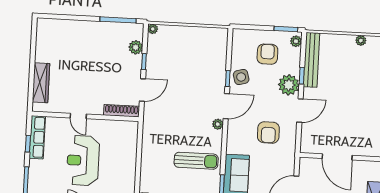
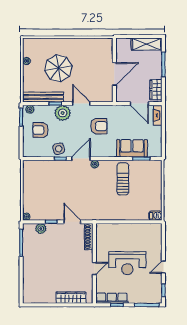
parasol: (349, 82) -> (58, 68), added
door: (226, 106) -> (81, 159), hinge flipped

